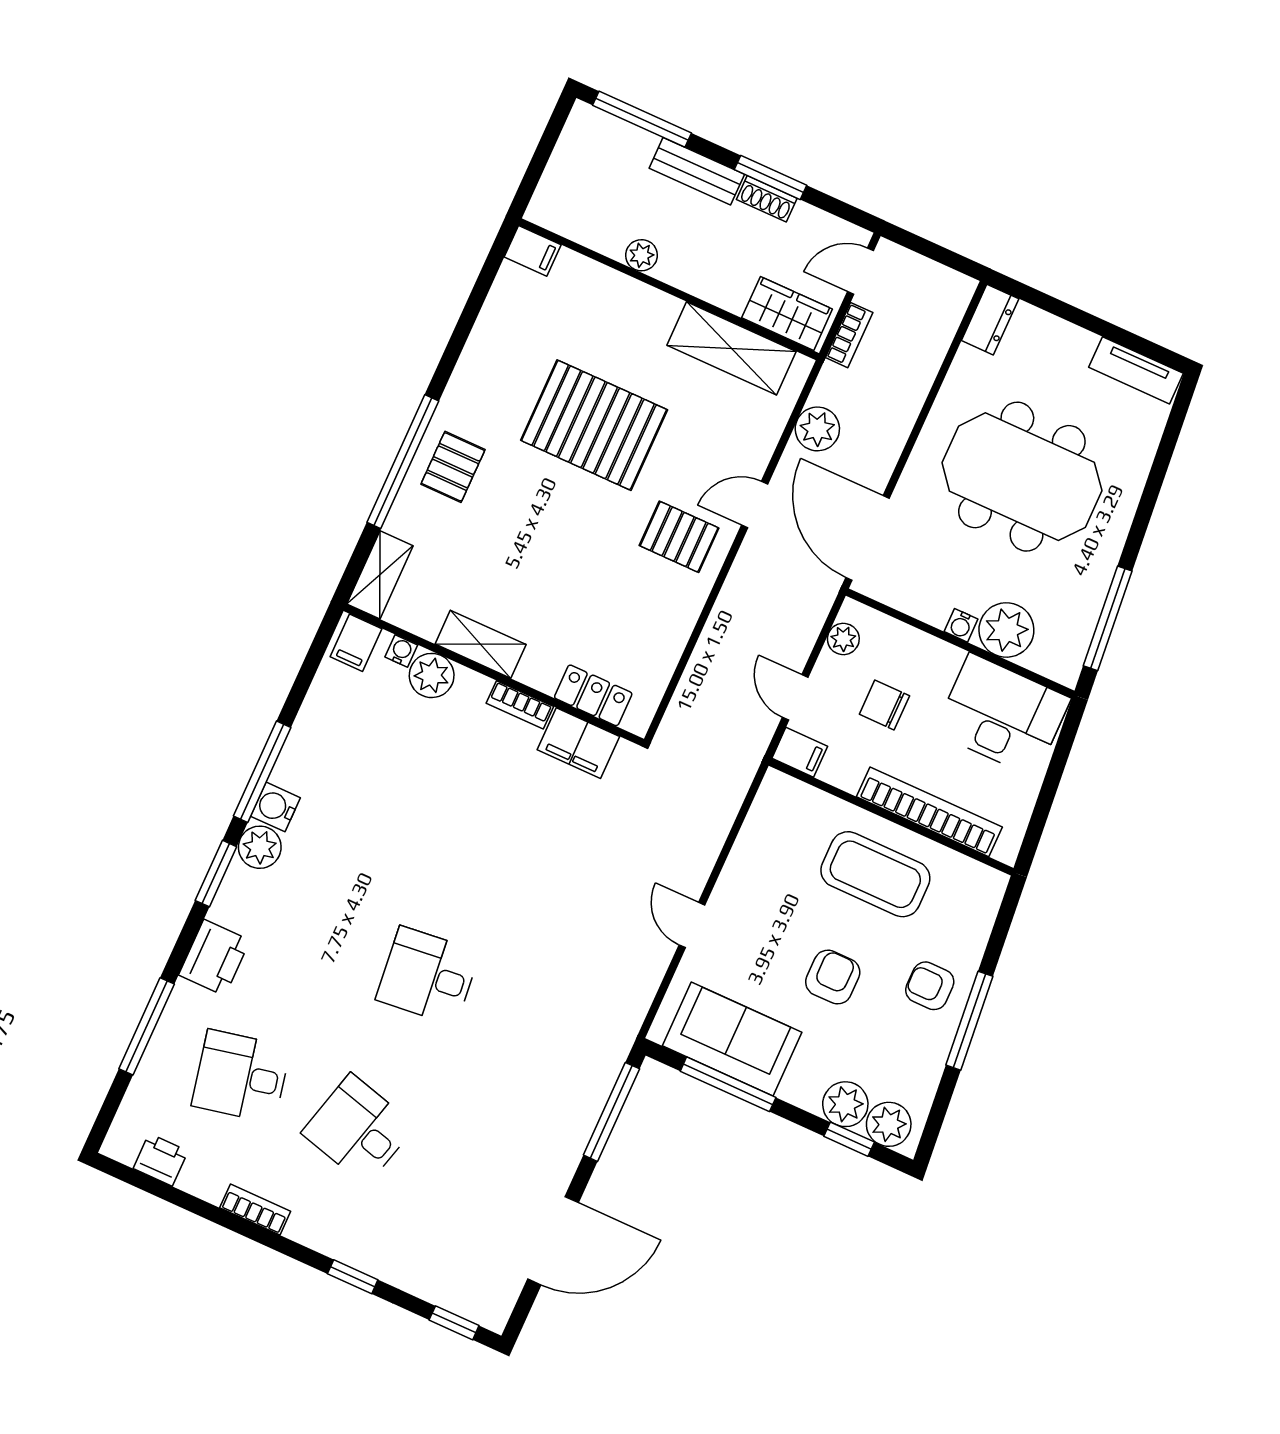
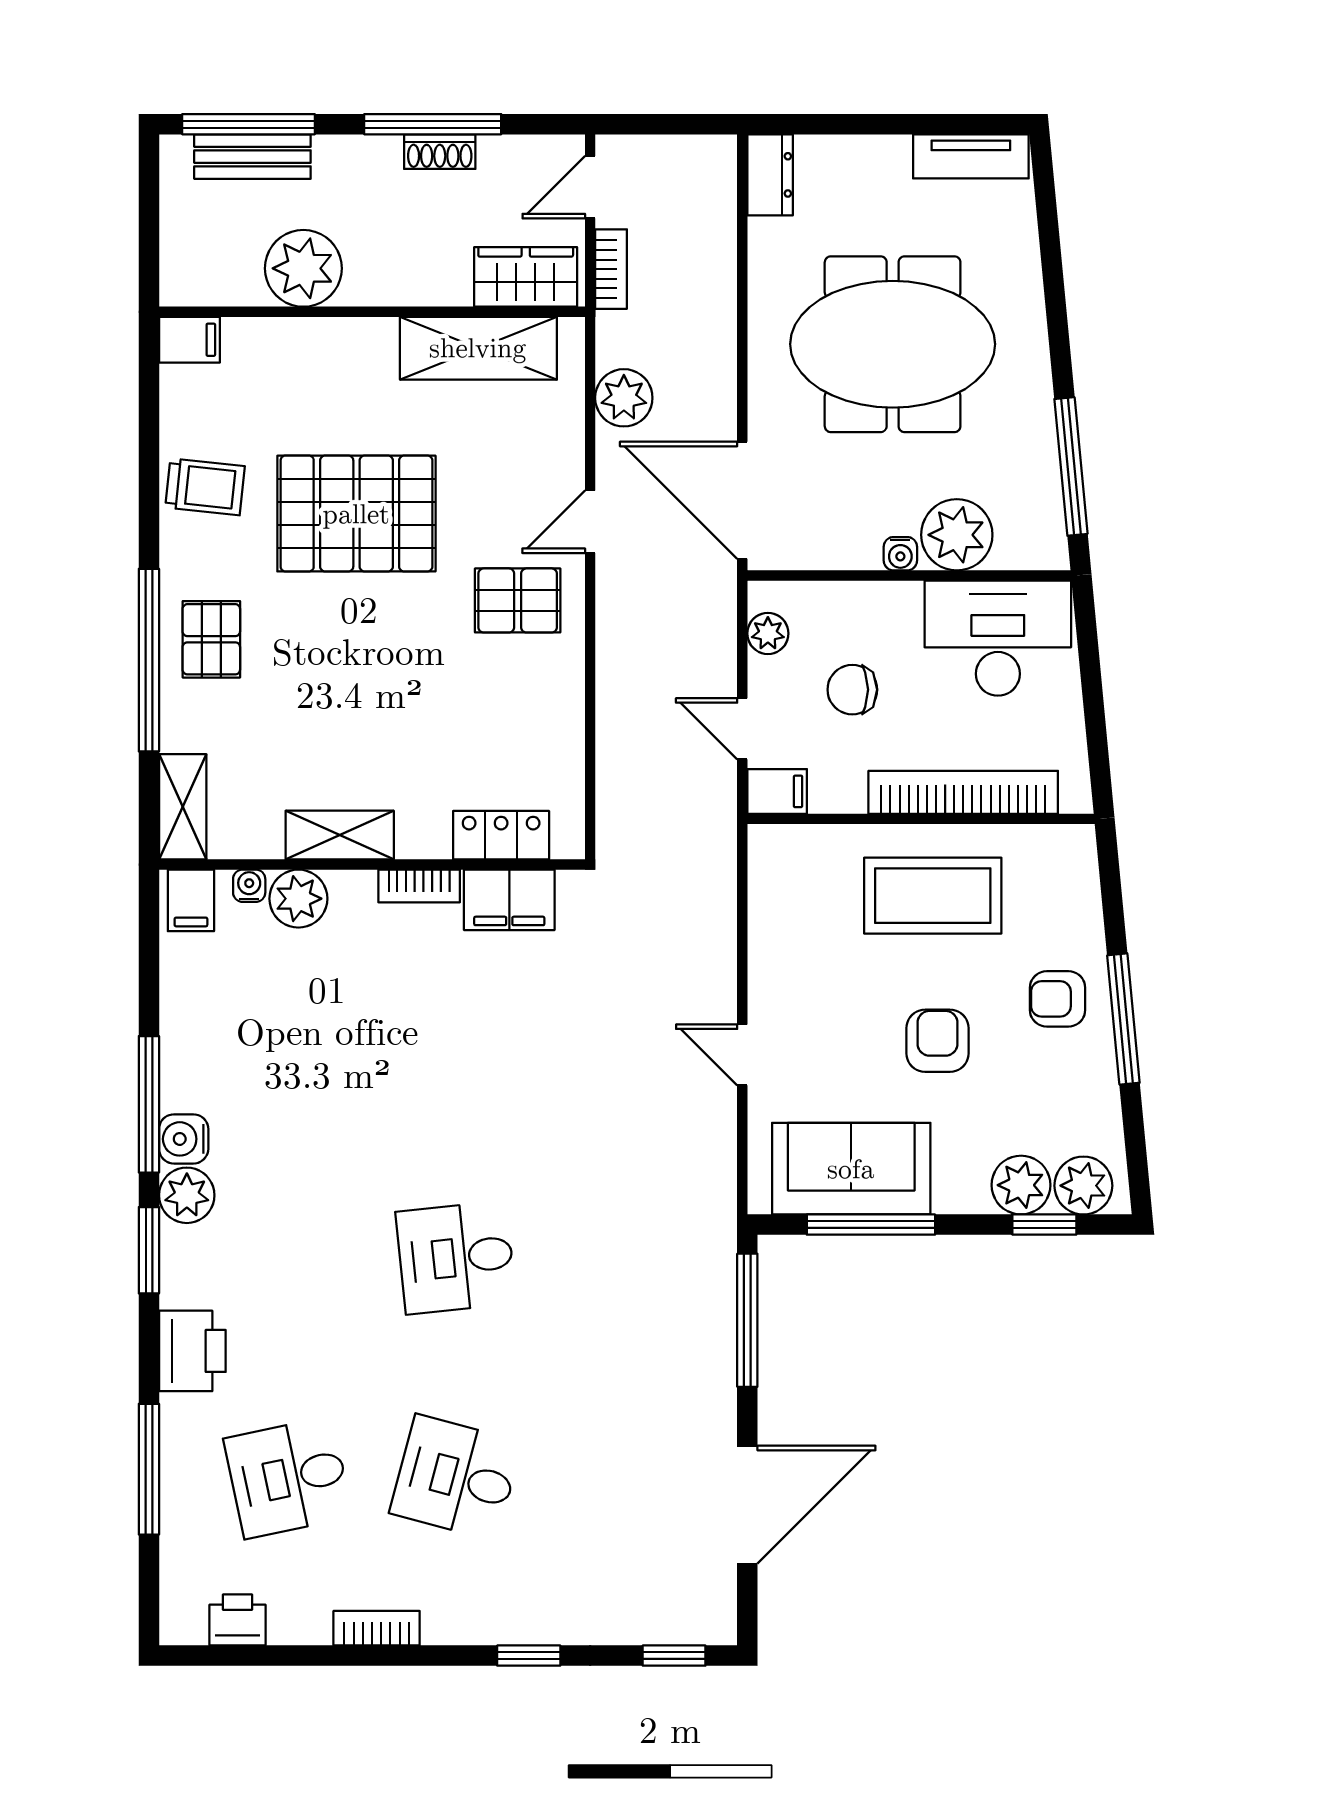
bench: (697, 171) -> (252, 157), moved
window: (771, 177) -> (433, 124), width x1.44
plant: (641, 255) -> (303, 268), width x1.87, depth x1.87
trolley: (497, 358) -> (205, 487), added

